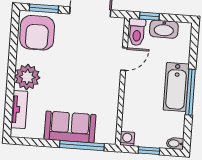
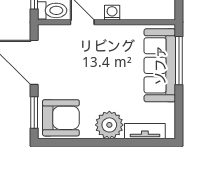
sofa: (70, 127) -> (160, 65), width x1.36
washing machine: (127, 139) -> (112, 13), moved, turned 90

